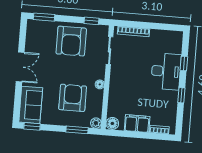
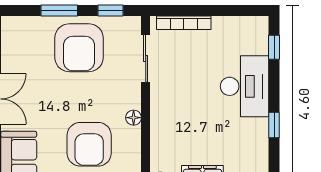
window: (44, 17) -> (59, 10), moved
window: (184, 64) -> (274, 47), moved
armchair: (73, 98) -> (89, 144), turned 180

